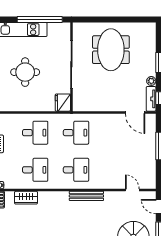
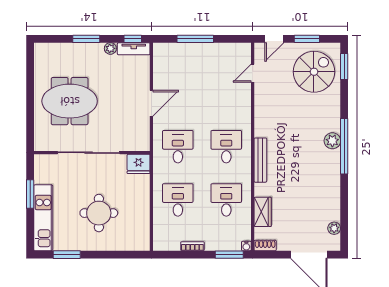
window: (40, 20) -> (30, 194), width x0.47
door: (135, 112) -> (151, 103), moved
bench: (86, 196) -> (260, 160), moved

